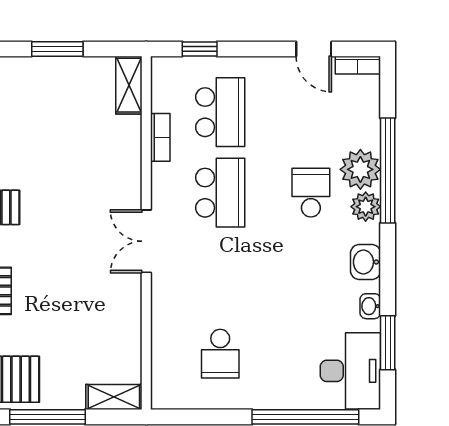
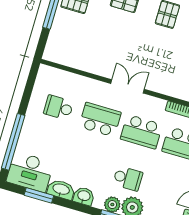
school desk: (220, 273) -> (100, 120), added
washbasin: (370, 306) -> (61, 190), width x1.91, depth x1.45
shelving: (114, 397) -> (52, 46), removed

